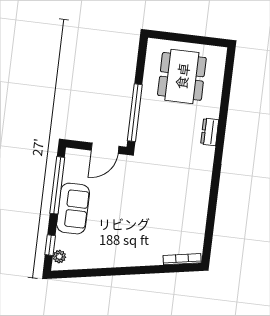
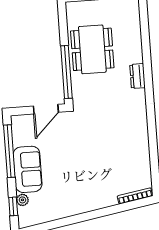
dining table: (182, 76) -> (92, 49), moved
plant: (59, 257) -> (22, 200), moved

